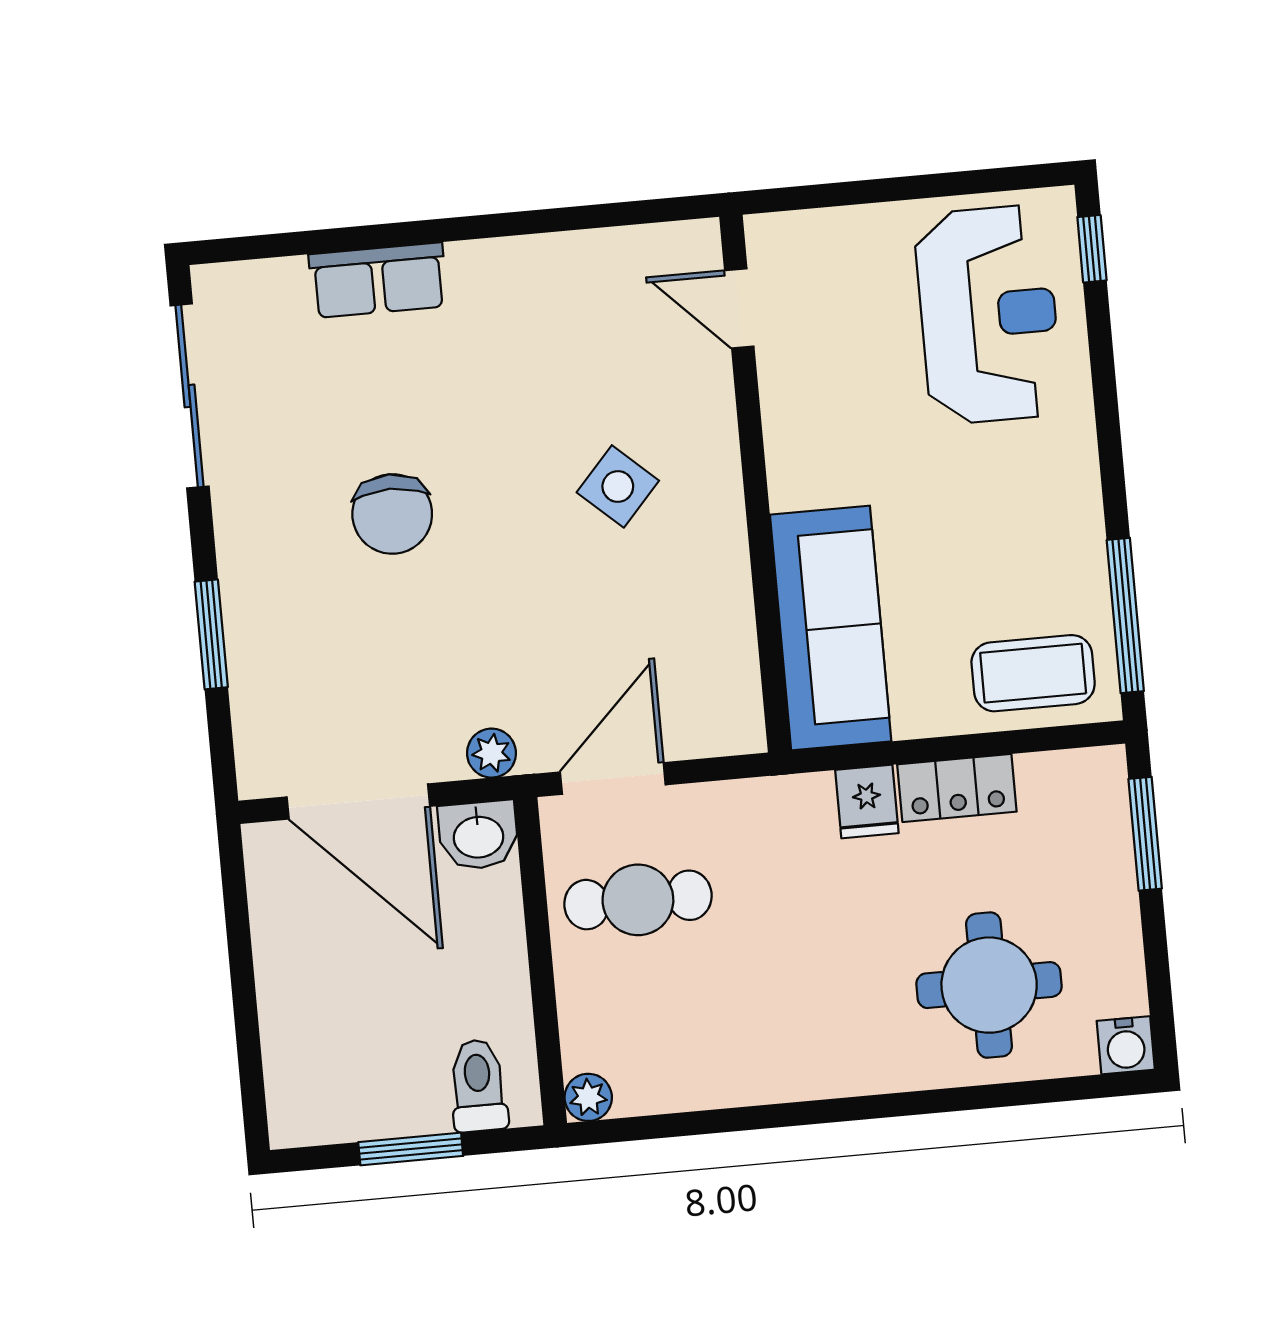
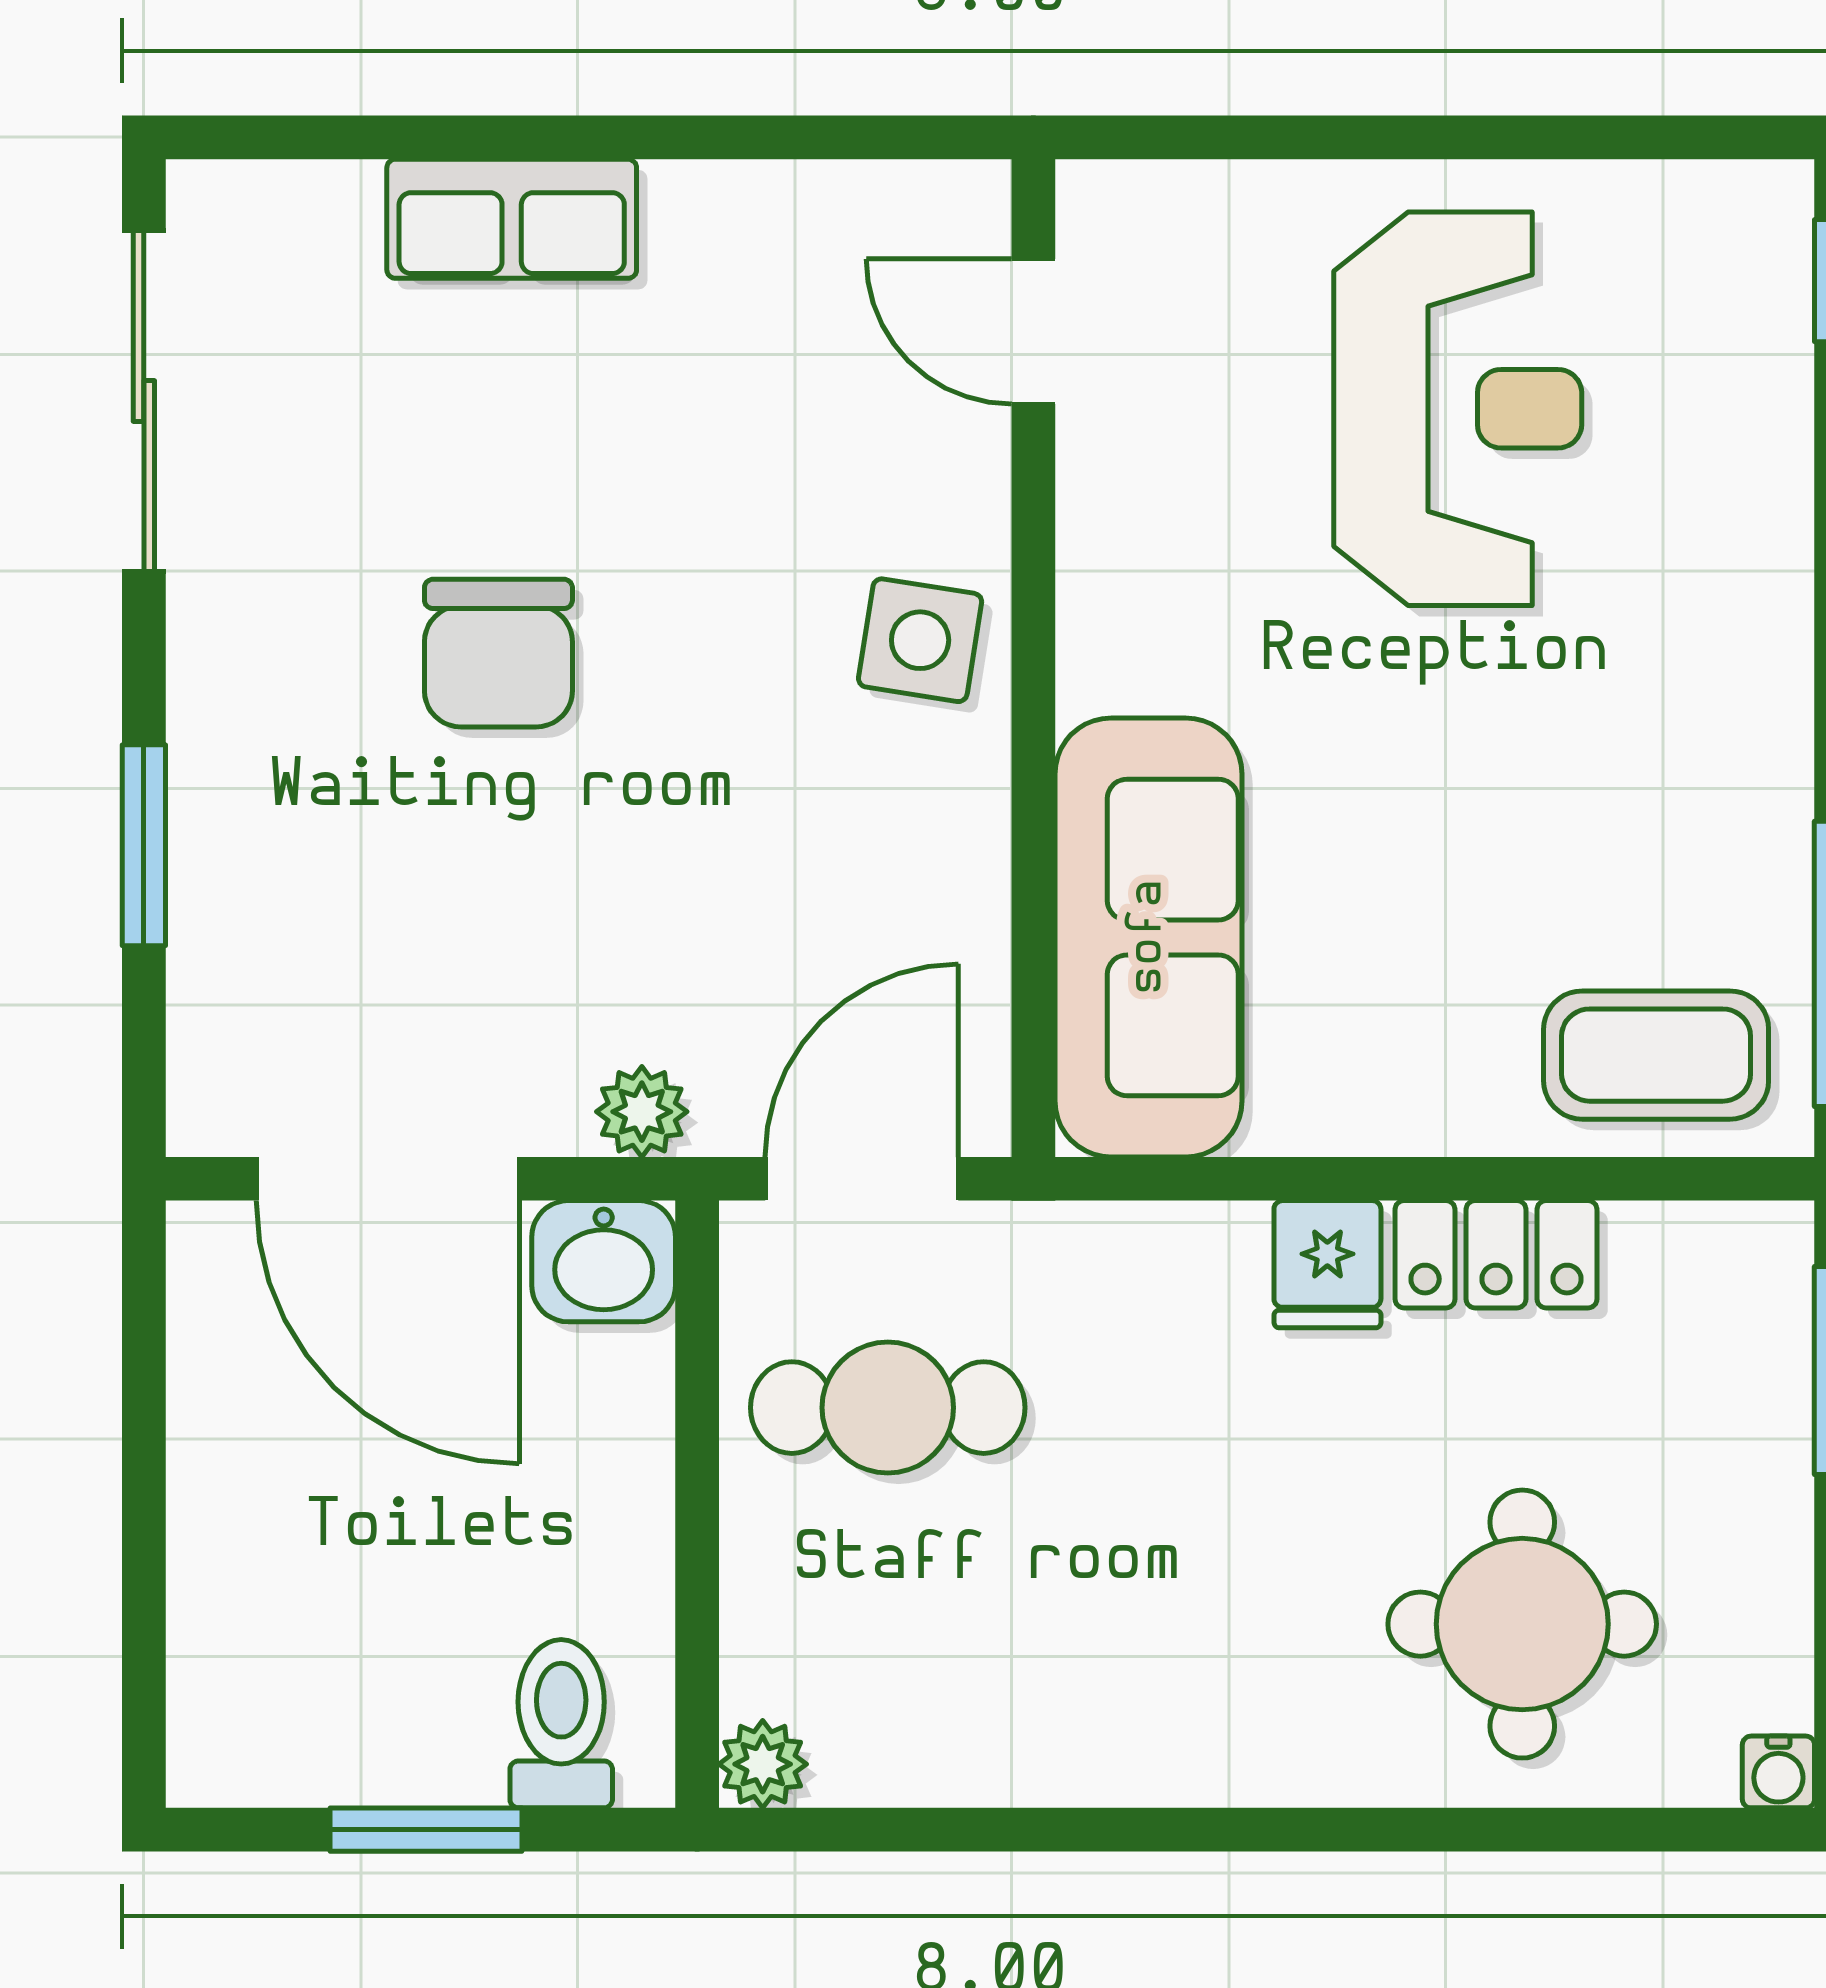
door: (739, 308) -> (1033, 331), moved
reception desk: (988, 315) -> (1458, 409), moved
wall: (755, 484) -> (1033, 658), moved
side table: (618, 486) -> (920, 640), turned -33
sofa: (831, 628) -> (1148, 937), moved
water cooler: (1126, 1045) -> (1778, 1772), width x0.72, depth x0.72

